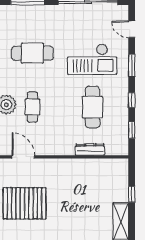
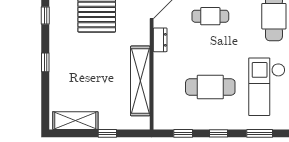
dresser: (90, 150) -> (160, 40), moved, width x0.70
shelving: (87, 166) -> (140, 81), added

